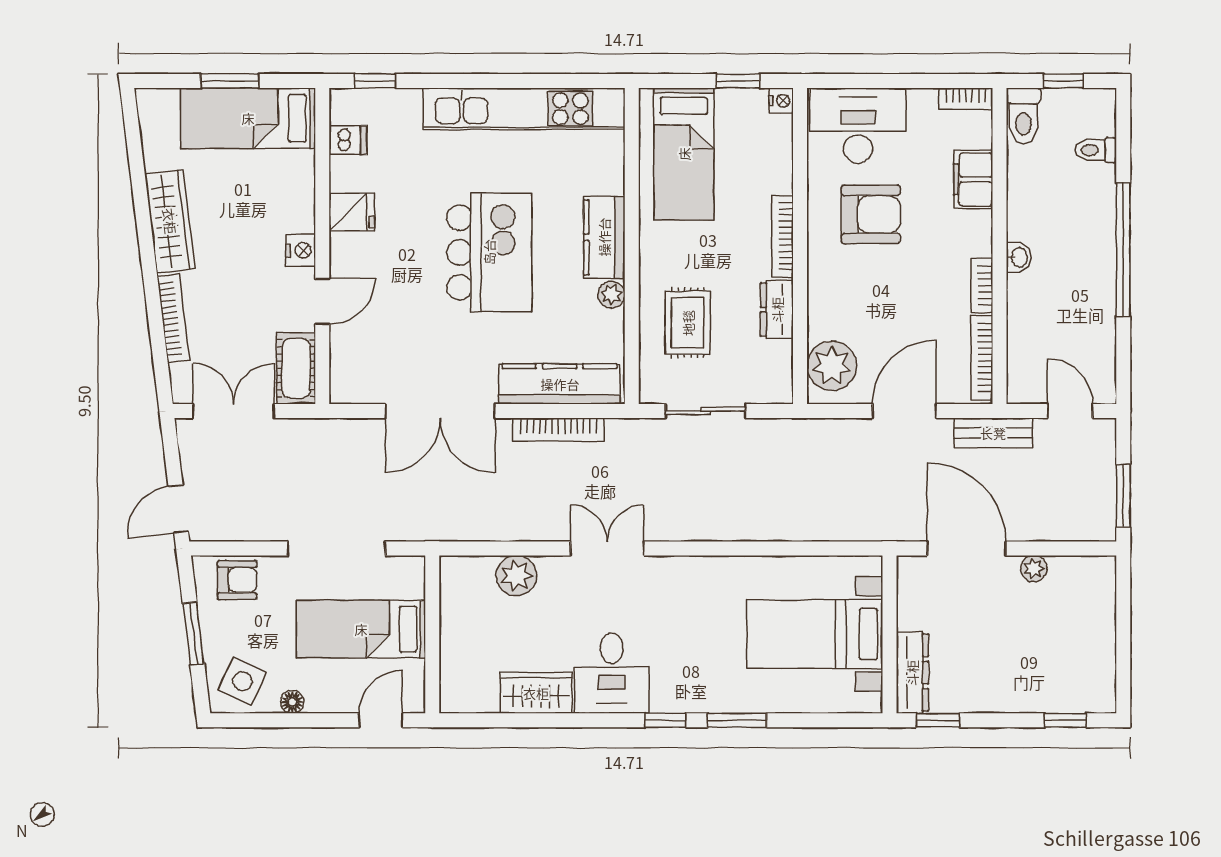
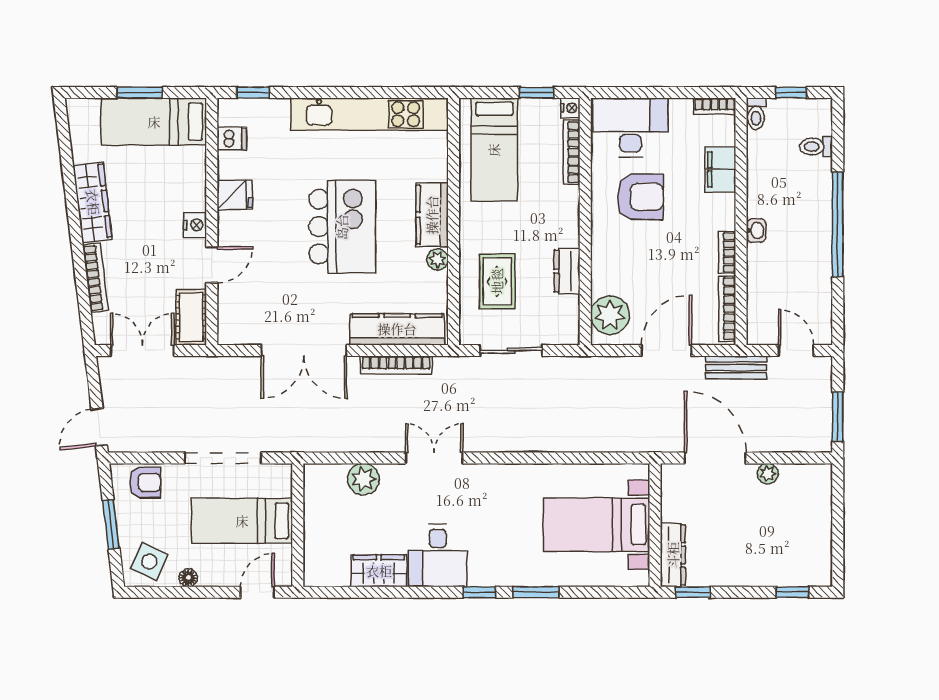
toilet: (1023, 116) -> (756, 114), width x0.73, depth x0.72
bookcase: (783, 236) -> (572, 152), moved

